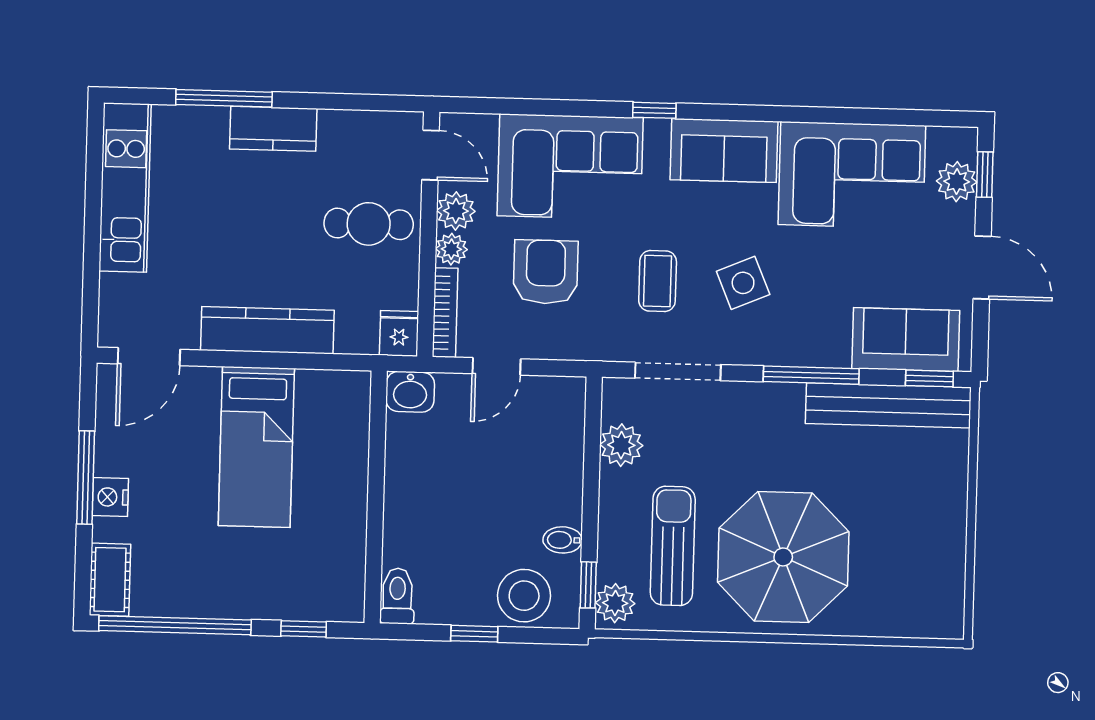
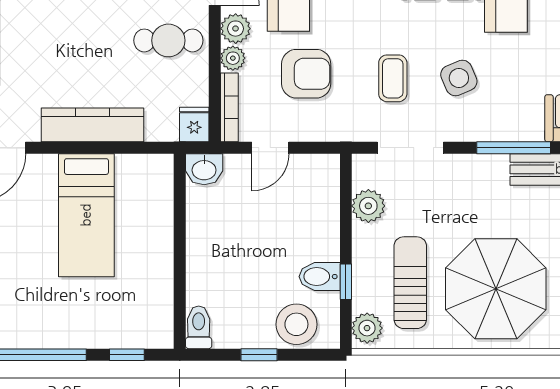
armchair: (546, 272) -> (306, 74), turned 90
bidet: (563, 540) -> (320, 277), width x1.38, depth x1.36
window: (588, 585) -> (346, 282), moved

